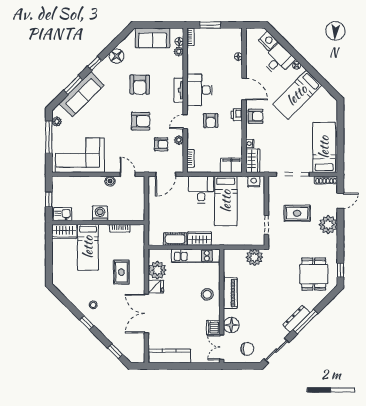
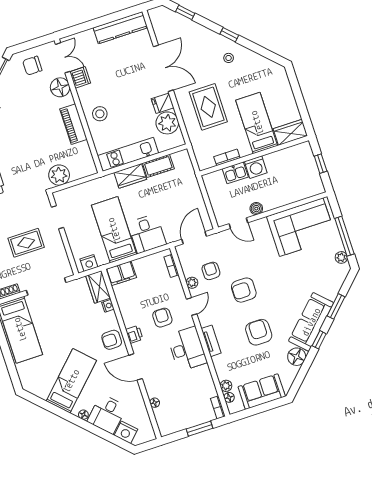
sofa: (82, 94) -> (311, 322), moved
armchair: (161, 144) -> (211, 271), turned 90
kitchen sink: (63, 214) -> (235, 173), moved
rug: (121, 272) -> (208, 107), width x1.36, depth x1.43

